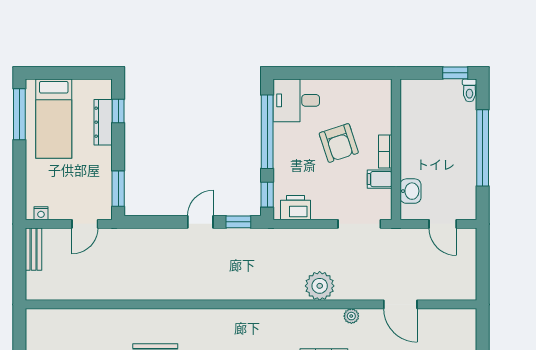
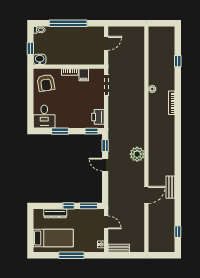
window: (455, 73) -> (30, 48), moved
window: (118, 111) -> (69, 206), moved
window: (19, 114) -> (71, 255), moved
window: (267, 132) -> (60, 131), width x0.47
armchair: (339, 143) -> (46, 83), moved, turned 99
washbasin: (410, 191) -> (40, 59), moved
plant: (320, 286) -> (137, 154), moved
door: (400, 304) -> (146, 195), moved

